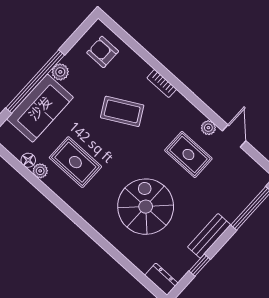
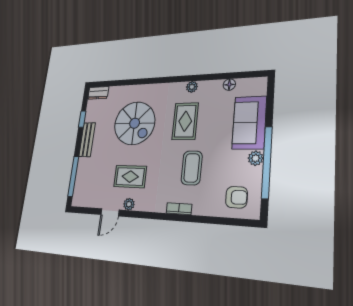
window: (35, 82) -> (267, 162), moved
coffee table: (122, 111) -> (192, 168), turned -61
door: (234, 136) -> (110, 212), hinge flipped
rug: (75, 162) -> (185, 121), moved, turned 90
plant: (40, 171) -> (192, 87), moved

